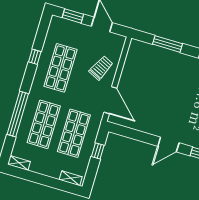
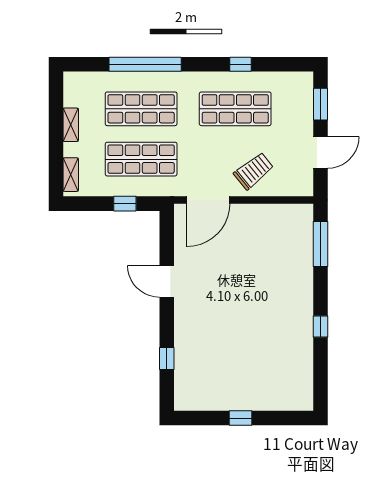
window: (167, 44) -> (320, 244), moved
trolley: (101, 68) -> (254, 171), turned -65
door: (168, 145) -> (167, 281), moved
shelving: (19, 163) -> (71, 125), moved

